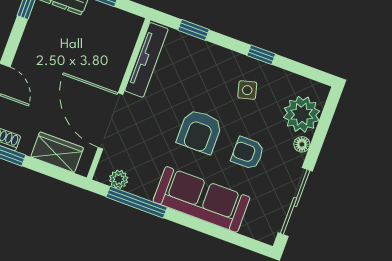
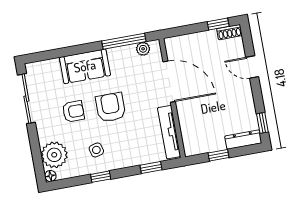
floor lamp: (302, 144) -> (50, 176), moved
wardrobe: (57, 152) -> (191, 43), removed
sofa: (201, 199) -> (85, 66), width x0.73

